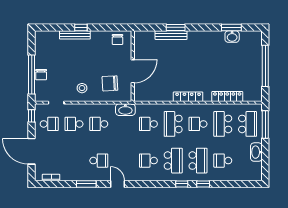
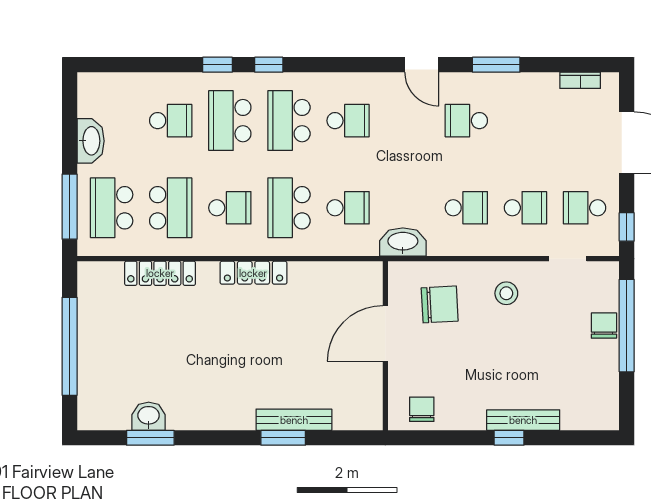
school desk: (173, 124) -> (289, 208), turned 180

